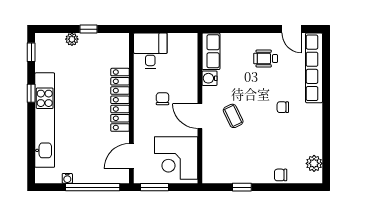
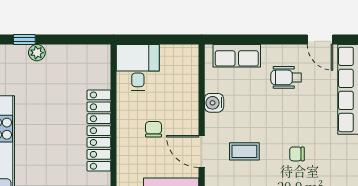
window: (88, 29) -> (24, 39), moved
row of seats: (211, 51) -> (237, 56), moved, turned 90
chair: (283, 107) -> (297, 154), moved
coffee table: (233, 116) -> (244, 151), turned -64

